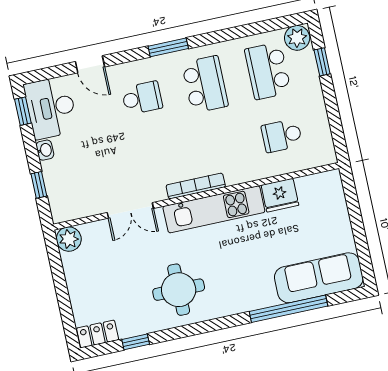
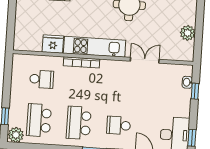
school desk: (268, 71) -> (39, 120), turned 180
washbasin: (45, 150) -> (187, 82), moved
bookcase: (196, 186) -> (81, 62), moved
plant: (69, 239) -> (188, 33), moved

